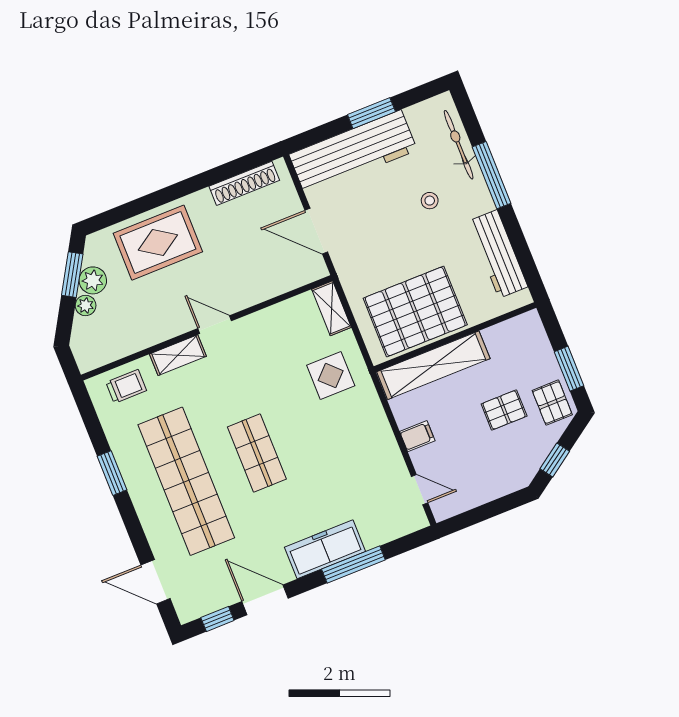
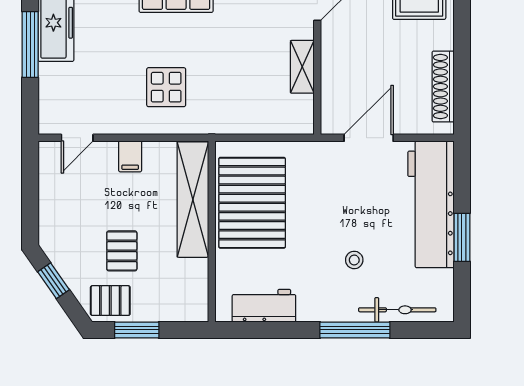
workbench: (498, 254) -> (264, 306), width x0.73
shelving: (332, 308) -> (302, 67), moved, turned 90
display table: (331, 376) -> (166, 87), moved

